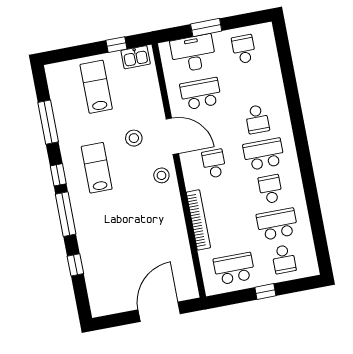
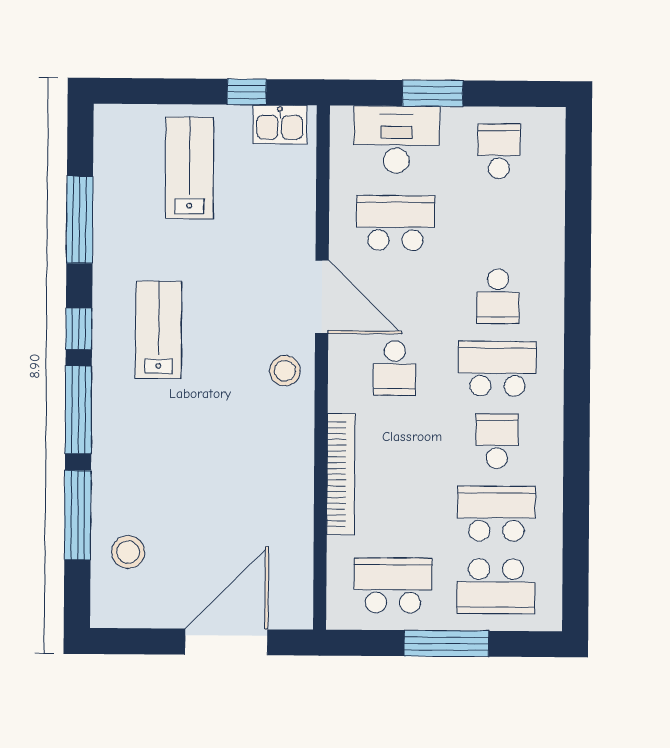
stool: (134, 138) -> (128, 552), moved
school desk: (214, 164) -> (395, 368), turned 180
school desk: (284, 259) -> (496, 586), width x1.85
window: (75, 265) -> (78, 515), width x2.17
window: (265, 292) -> (446, 643), width x2.17

